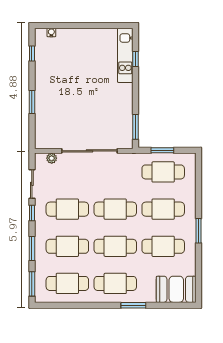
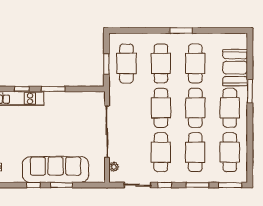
window: (32, 53) -> (33, 185), moved
sofa: (49, 95) -> (56, 170), added
window: (136, 127) -> (53, 89), moved
booth: (176, 289) -> (235, 68), moved

